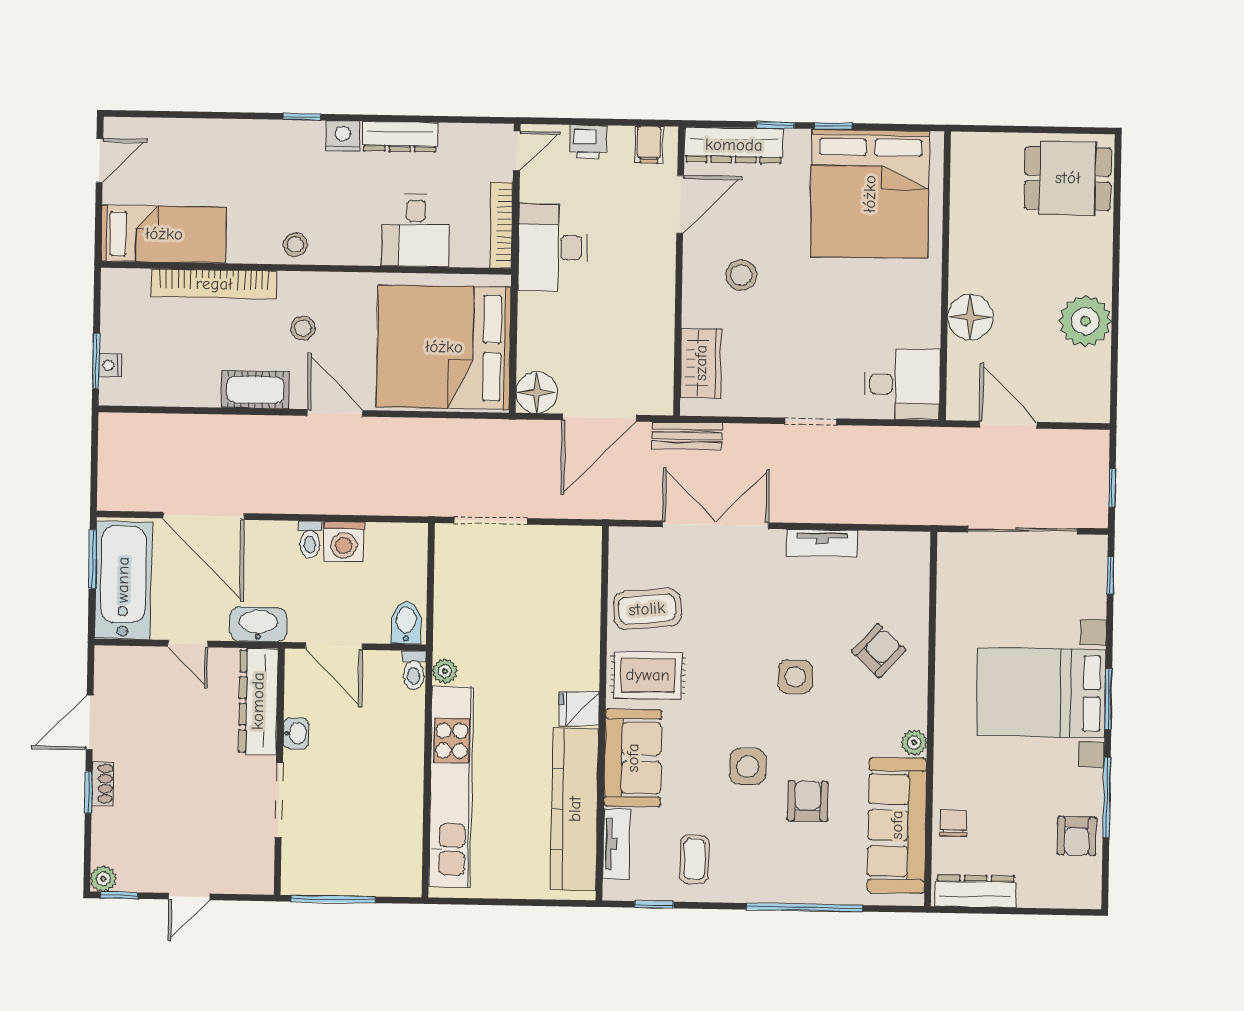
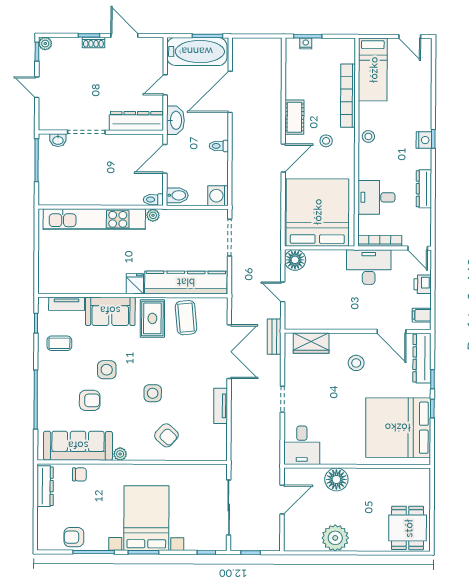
nightstand: (343, 136) -> (424, 140), moved
door: (599, 418) -> (283, 292), width x0.53
washing machine: (344, 541) -> (218, 196), moved
washbasin: (296, 733) -> (58, 140), moved
kitchen counter: (575, 809) -> (186, 283), moved

